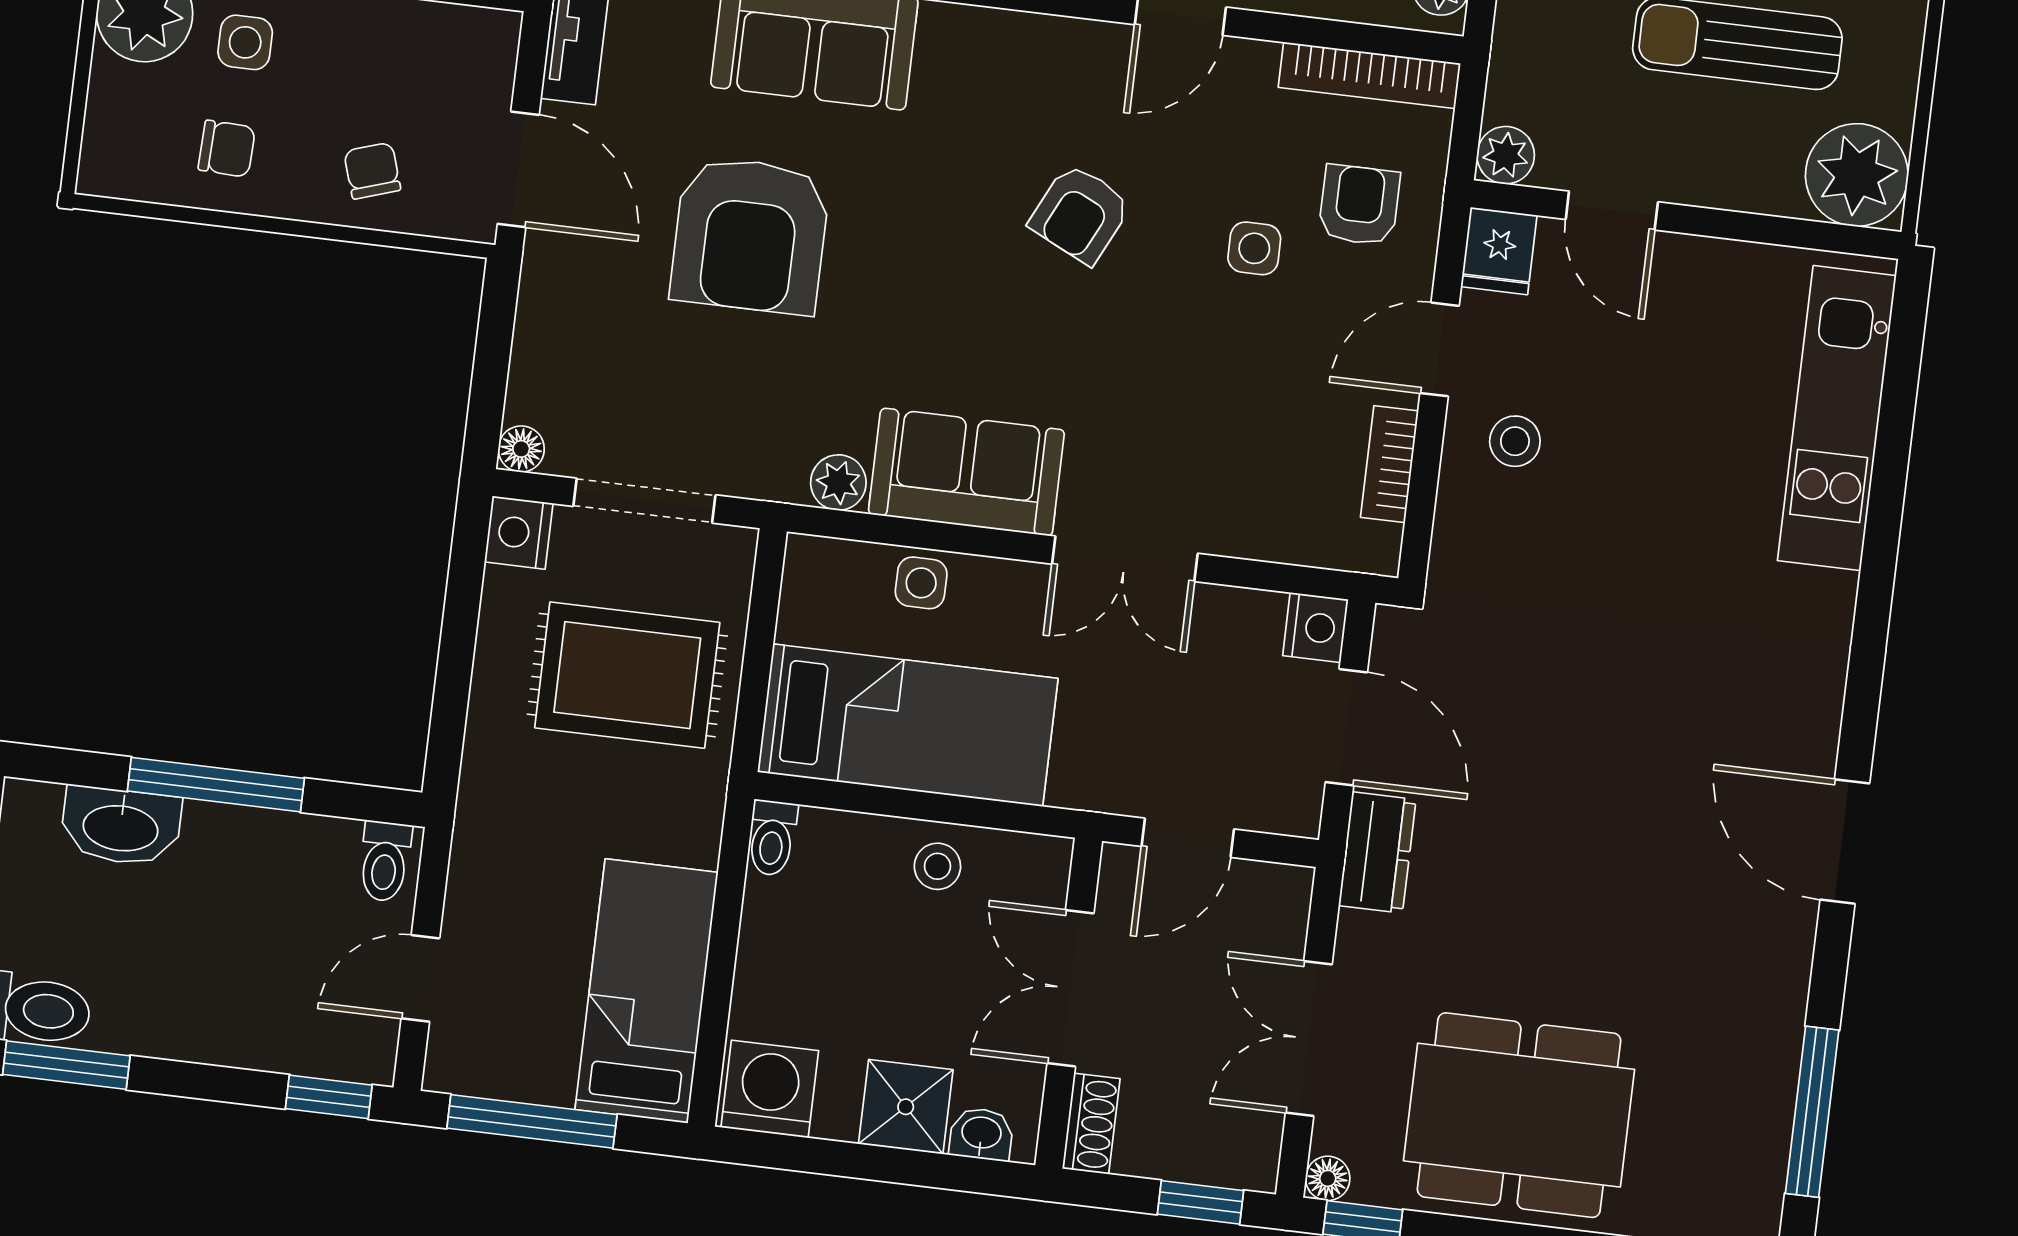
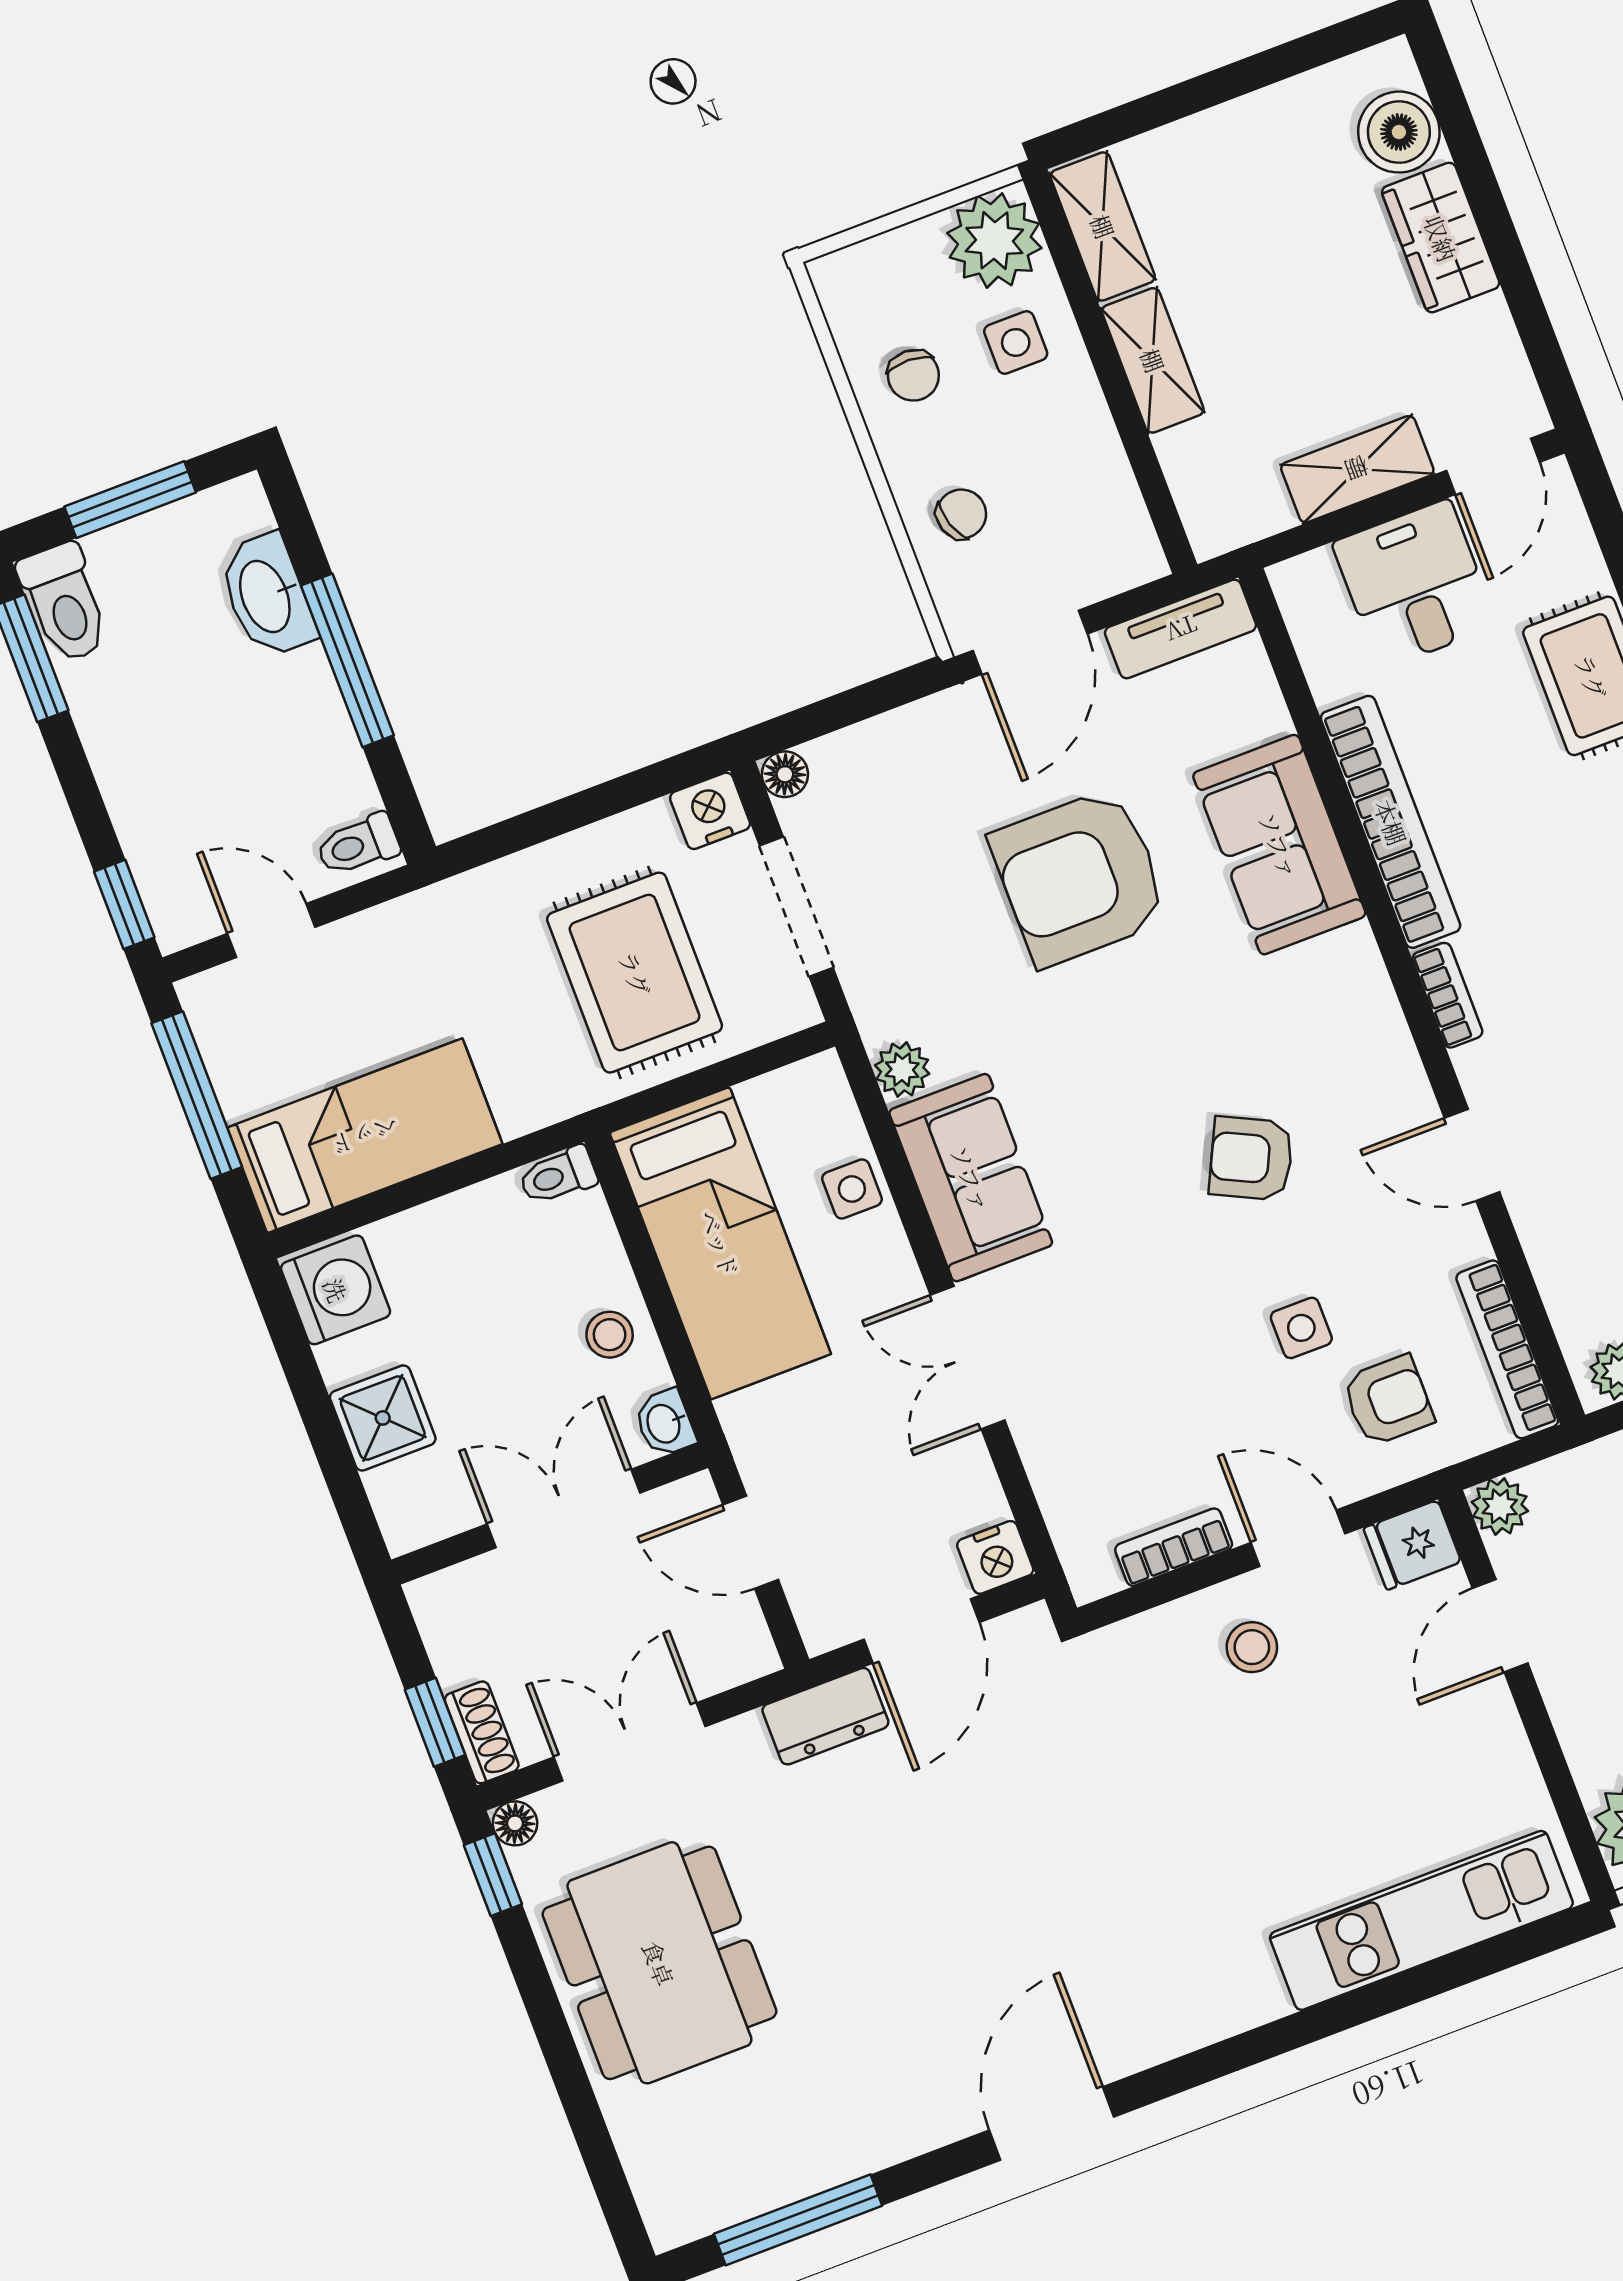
shoe rack: (1091, 1124) -> (482, 1732), moved, turned -90
washbasin: (981, 1134) -> (665, 1423), moved, turned 180

